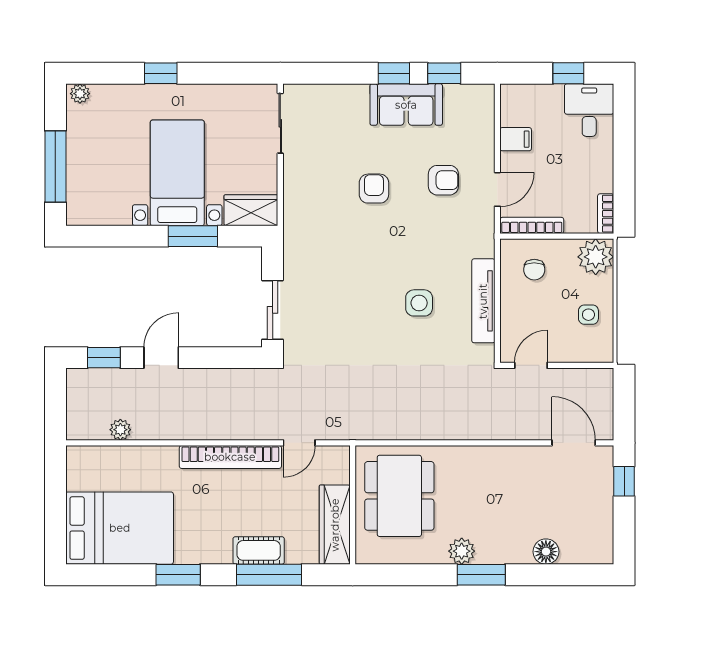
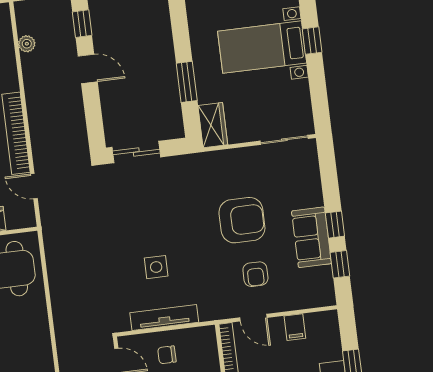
bed with nightstands: (177, 173) -> (262, 47), moved, turned 180
armchair: (374, 189) -> (242, 220), width x1.88, depth x1.88
chair: (534, 270) -> (167, 355), moved

